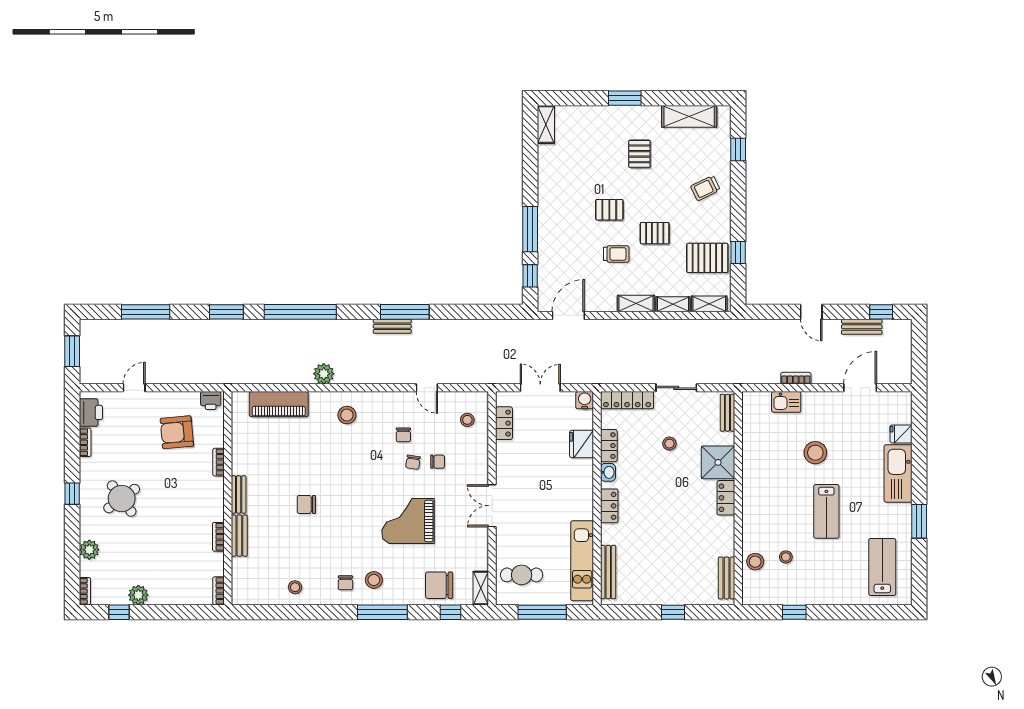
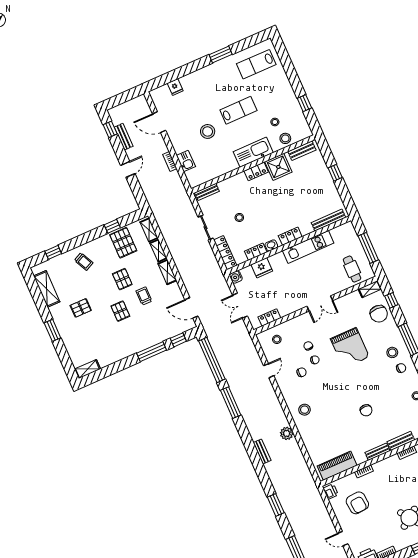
window: (300, 312) -> (212, 360), moved
bench: (392, 326) -> (262, 451), moved
piano: (279, 404) -> (337, 466), moved, turned -90
shower: (718, 462) -> (278, 167), moved
kitchen sink: (898, 473) -> (253, 152), moved, turned 180
kitchen unit: (582, 561) -> (308, 247), moved

